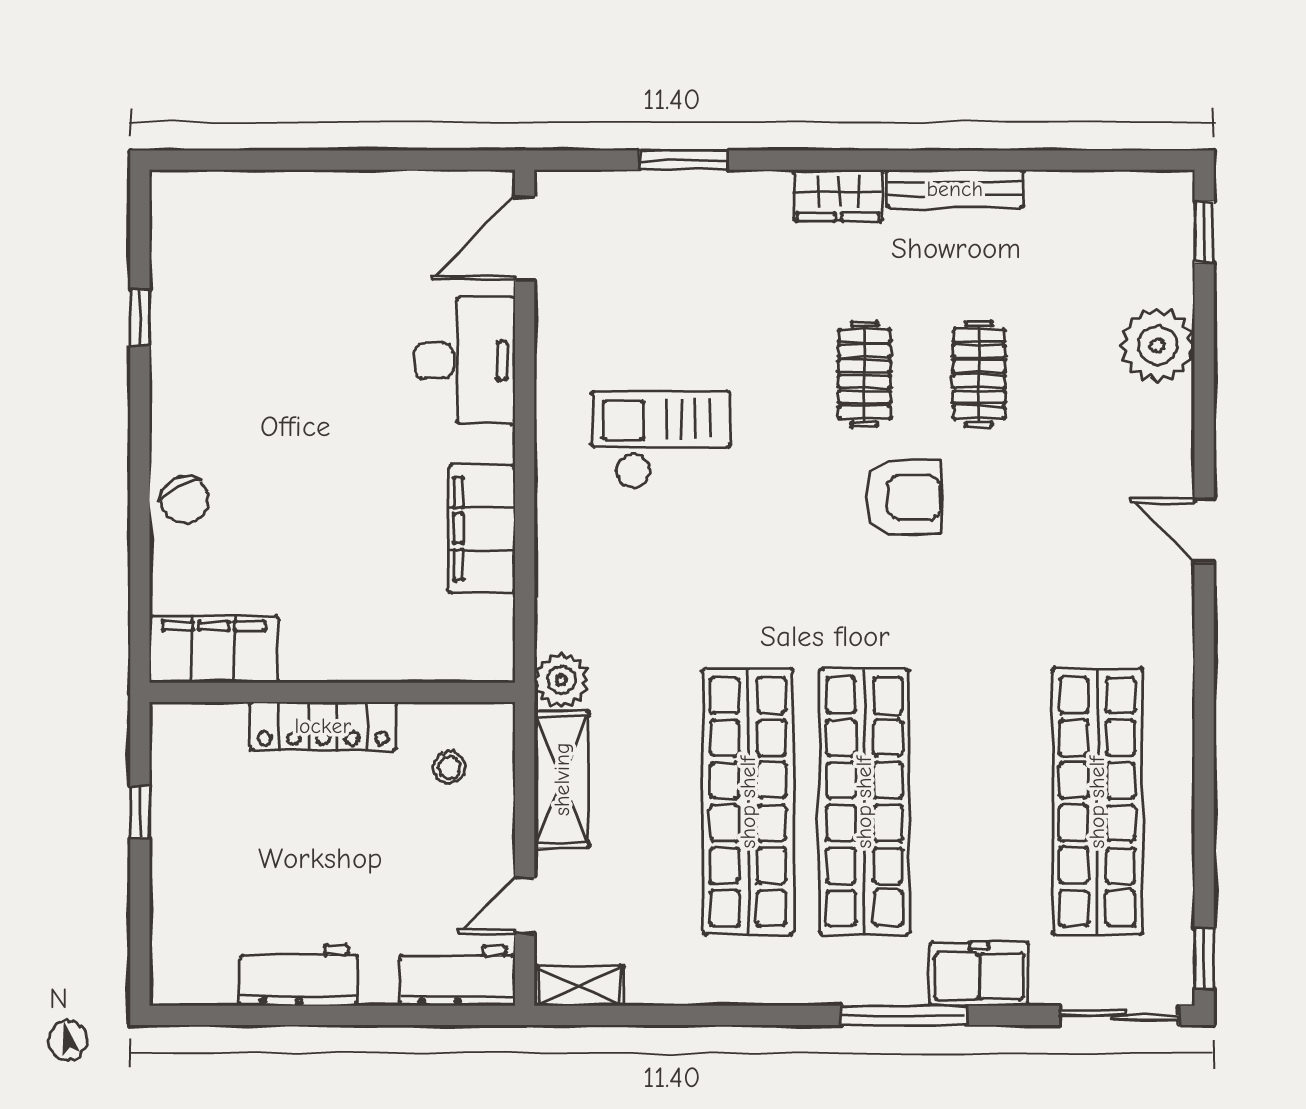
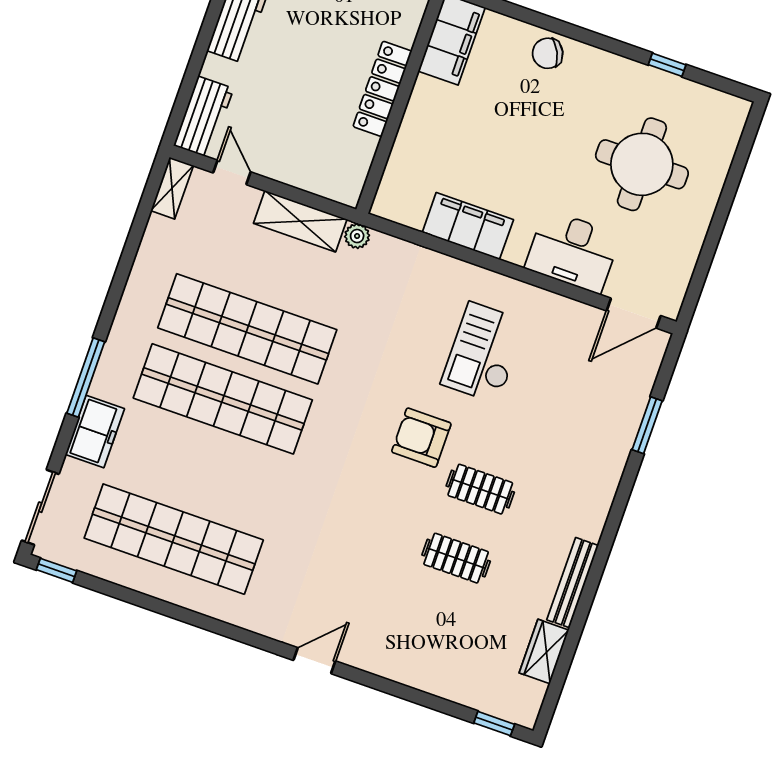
wardrobe: (838, 195) -> (544, 652), moved
door: (525, 238) -> (634, 313), swing flipped
round table: (300, 303) -> (642, 164), added
plant: (1157, 345) -> (436, 671), removed
checkout: (661, 440) -> (484, 353), turned 180
armchair: (904, 497) -> (421, 438), moved, turned 90
plant: (561, 680) -> (357, 236), width x0.73, depth x0.73
stool: (450, 768) -> (331, 156), removed

